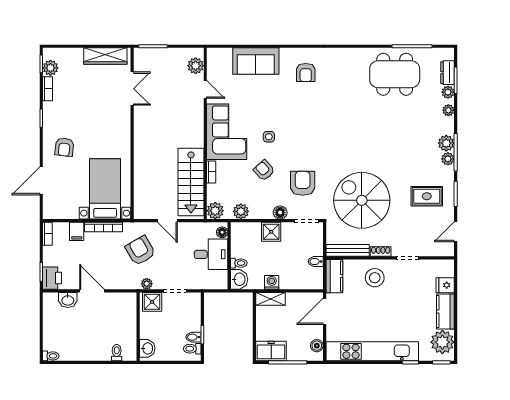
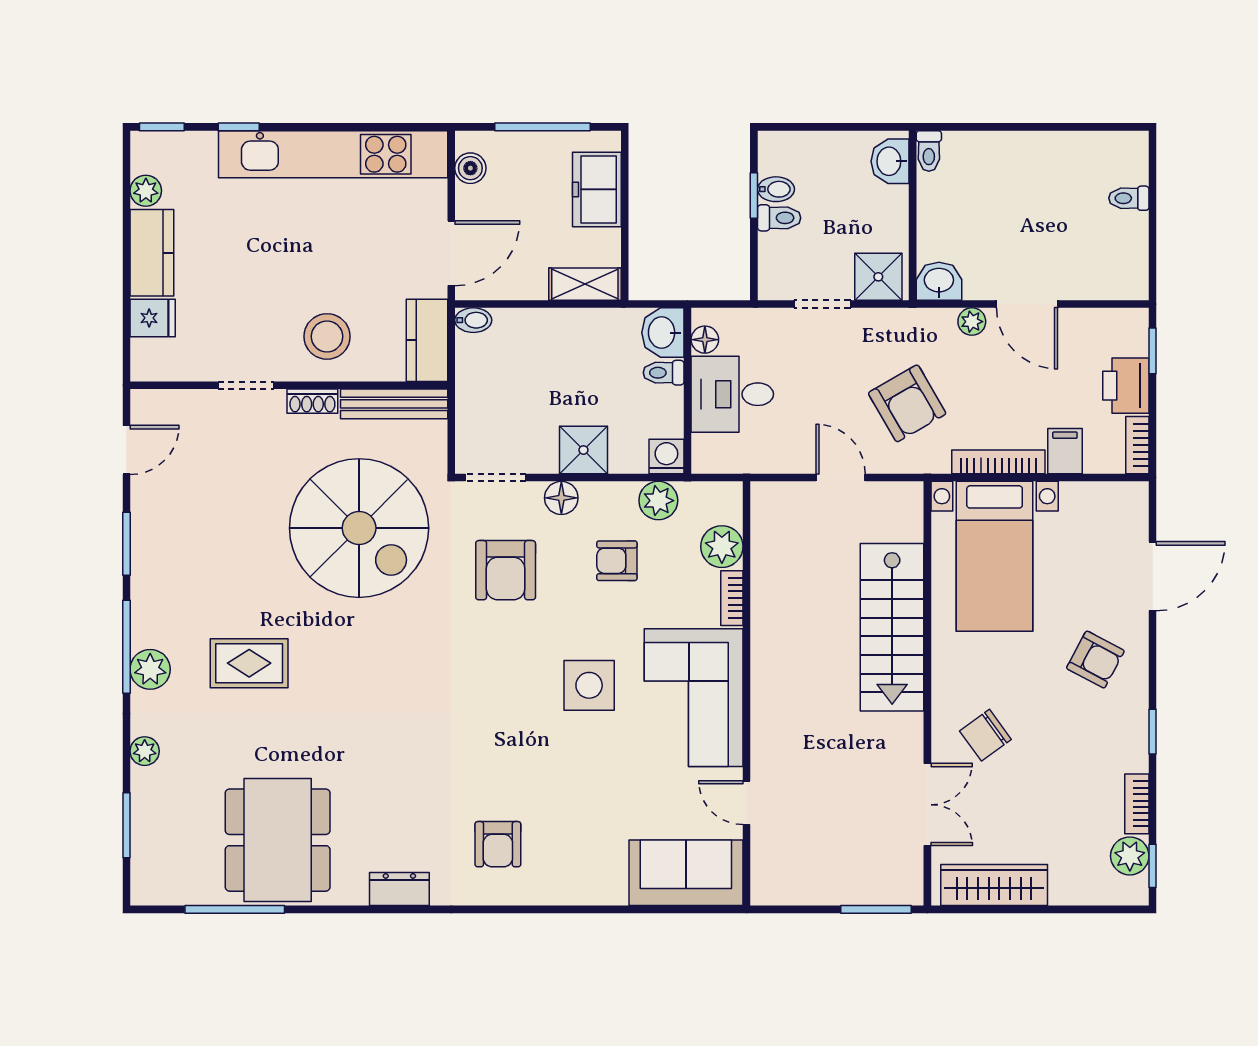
sofa: (256, 61) -> (686, 873), moved
plant: (196, 66) -> (770, 861), removed
armchair: (306, 73) -> (498, 844), turned 180
dresser: (448, 73) -> (399, 889), moved, turned -90
dining table: (395, 74) -> (278, 840), turned 90
double door: (132, 89) -> (927, 805), swing flipped
plant: (448, 92) -> (146, 796), removed
chair: (109, 117) -> (985, 735), added
side table: (269, 137) -> (589, 685), width x1.87, depth x1.87
armchair: (64, 147) -> (1095, 660), turned 112
plant: (448, 159) -> (146, 631), removed
armchair: (264, 170) -> (617, 561), moved, turned 132
stairs: (191, 182) -> (892, 627), moved, turned 180
rug: (427, 196) -> (249, 663), moved
plant: (215, 211) -> (722, 547), moved
floor lamp: (222, 232) -> (705, 340), moved
bidet: (316, 261) -> (473, 320), moved
printer: (52, 278) -> (1126, 386), moved
washing machine: (272, 282) -> (666, 456), moved, turned 180
plant: (147, 284) -> (972, 322), moved
washbasin: (68, 300) -> (939, 281), moved
plant: (442, 342) -> (146, 191), width x0.53, depth x0.53
toilet: (192, 349) -> (779, 218), moved
freezer: (271, 351) -> (597, 189), moved, turned 90
toilet: (117, 353) -> (929, 151), moved
toilet: (51, 356) -> (1129, 198), moved

